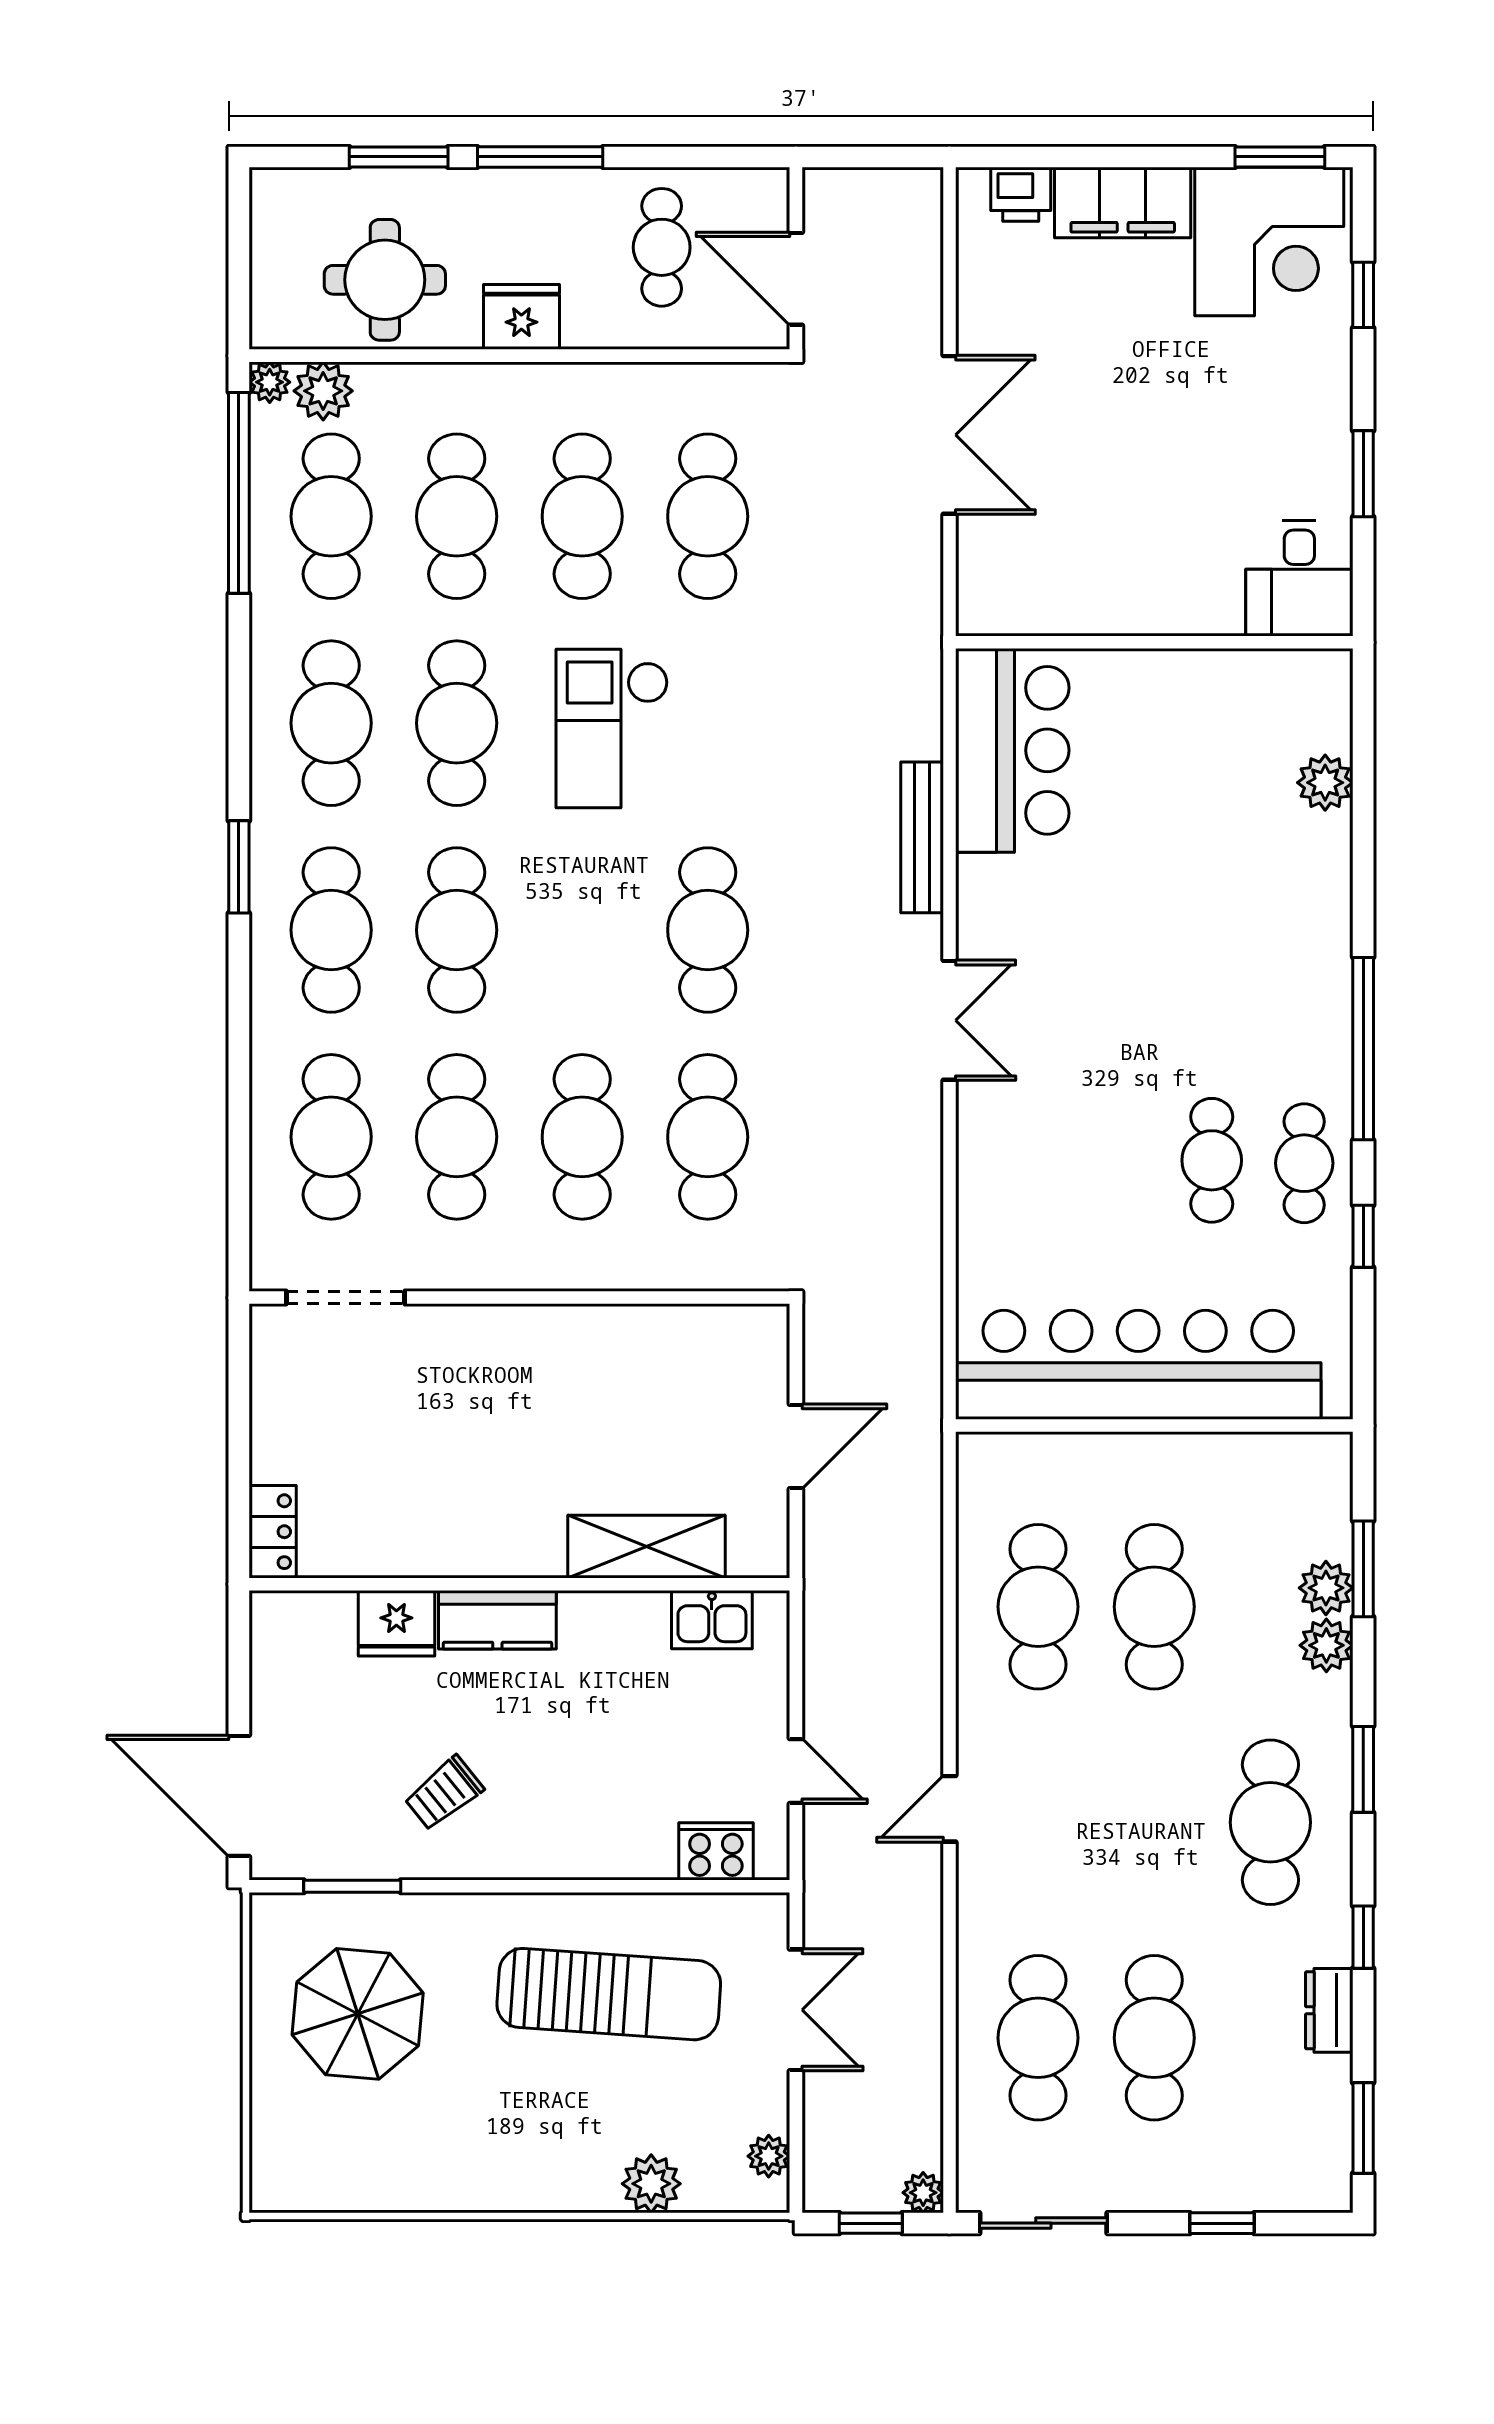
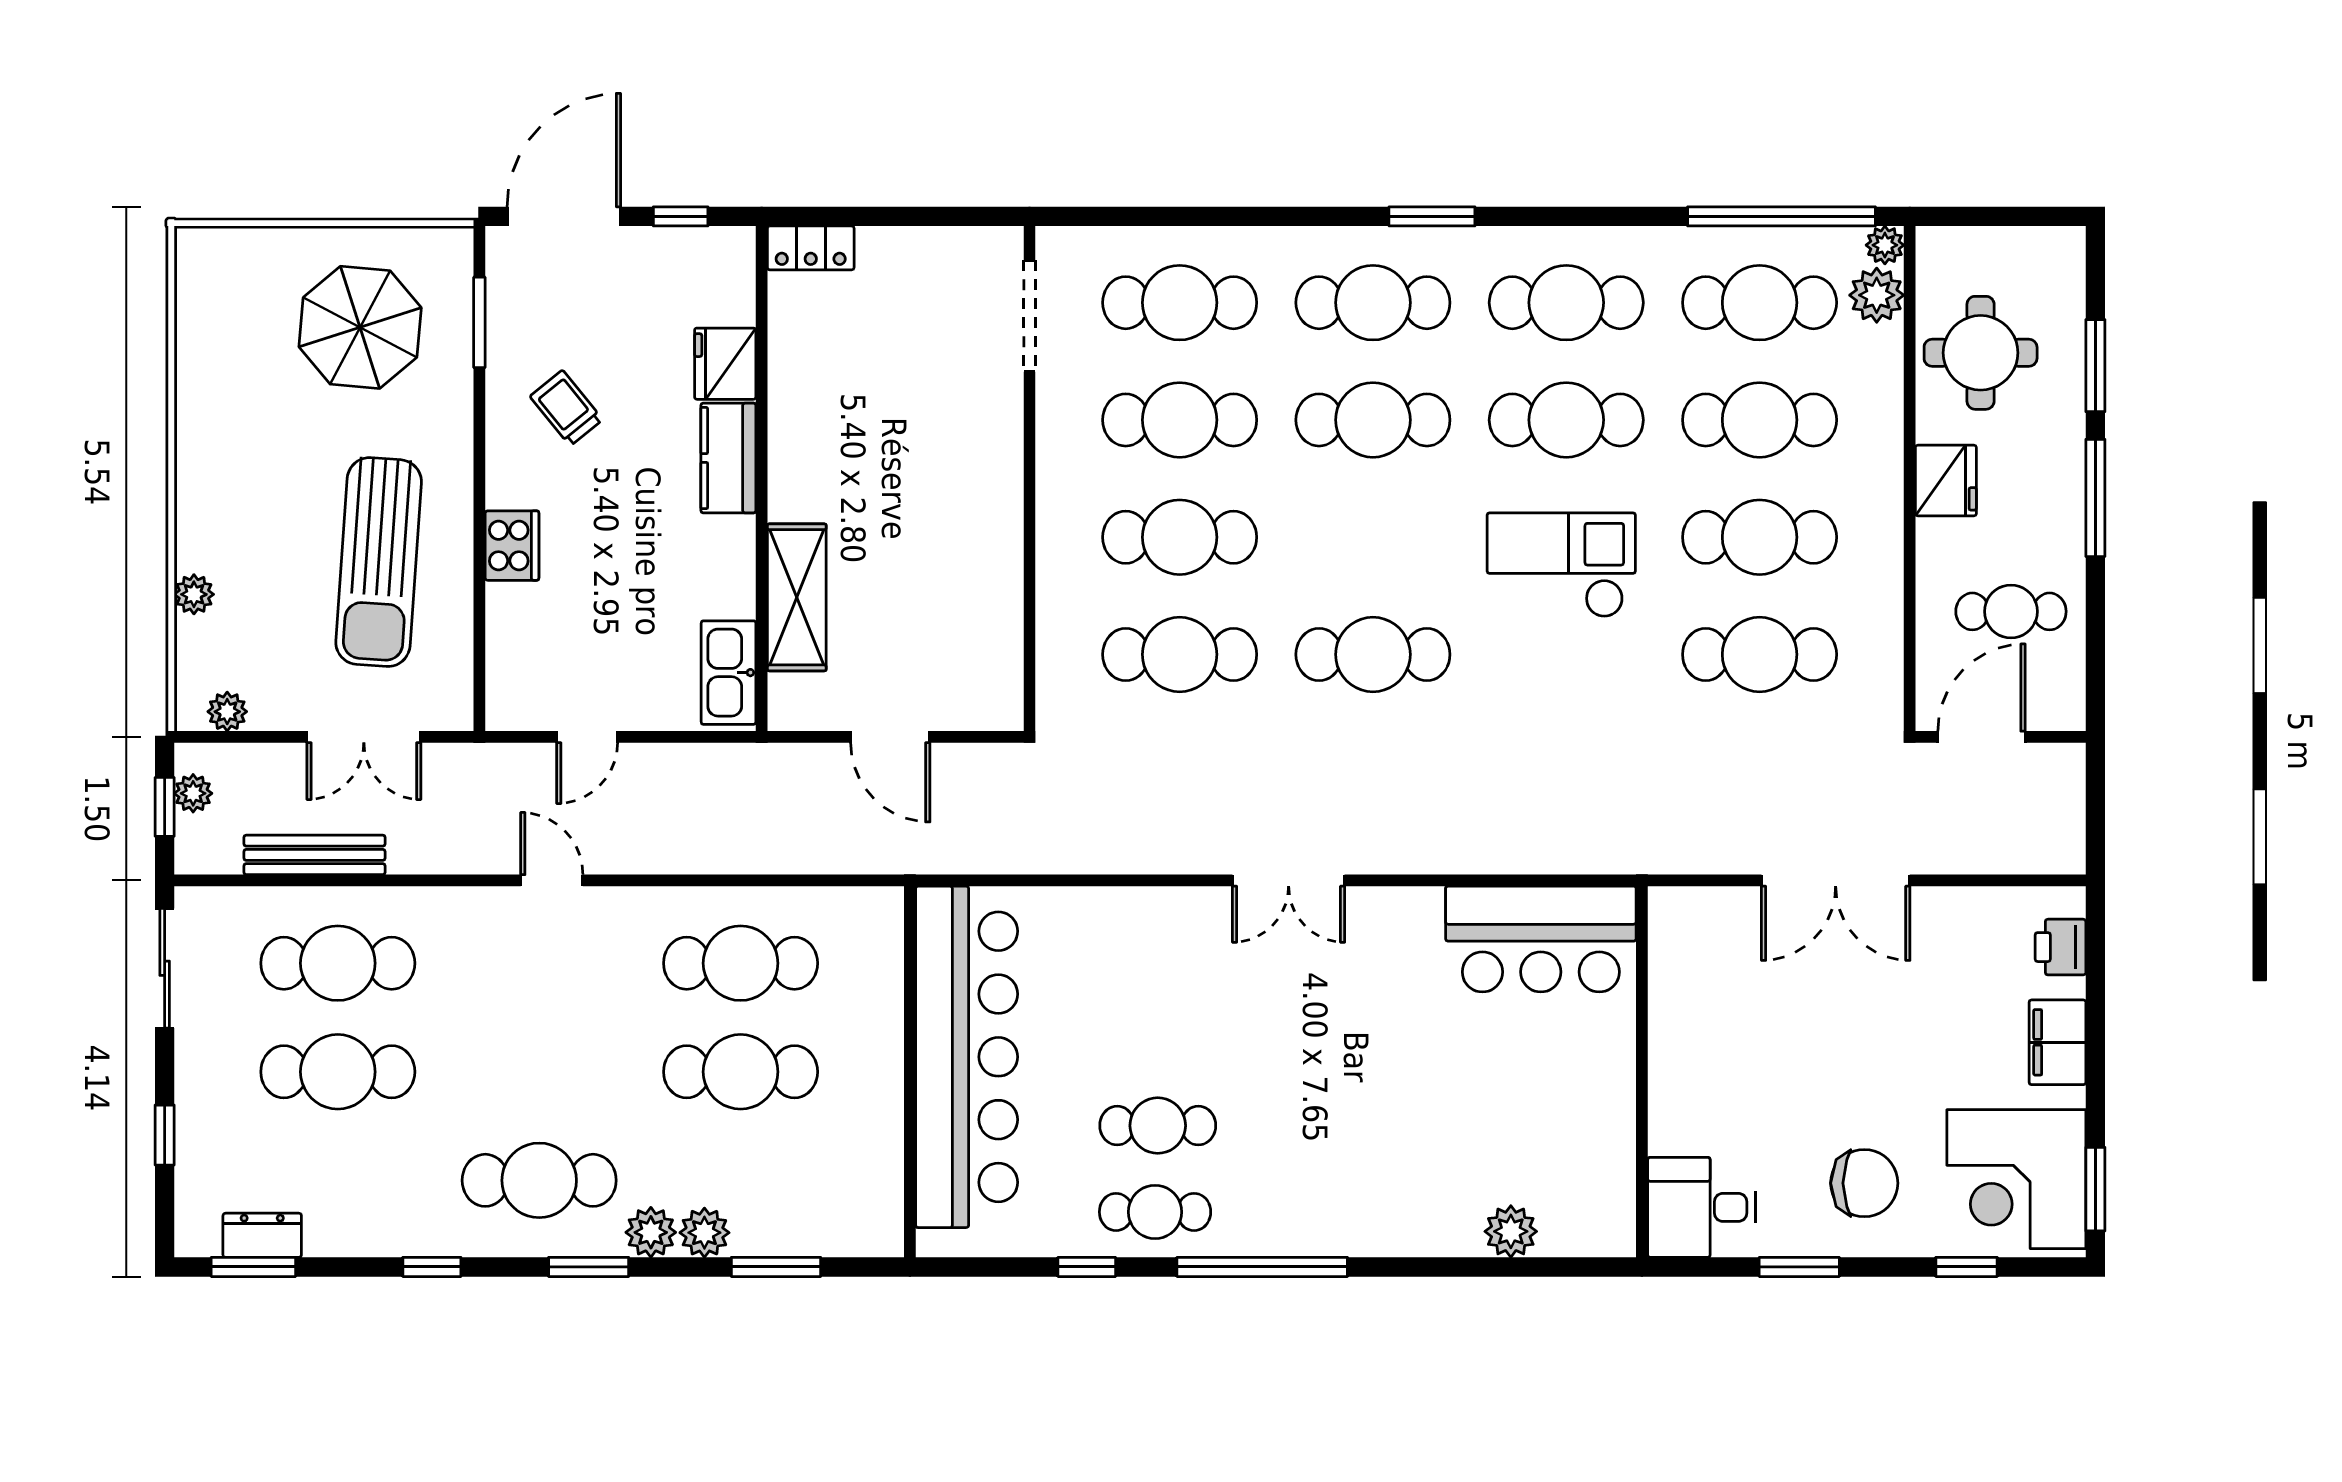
filing cabinet: (1123, 203) -> (2057, 1042), width x0.67, depth x0.86
chair: (1273, 404) -> (1864, 1183), added
bench: (922, 837) -> (315, 855), moved
plant: (1326, 1588) -> (651, 1232), moved
kitchen sink: (712, 1620) -> (729, 673), width x1.38
window: (239, 1671) -> (681, 216), added
cooker: (716, 1851) -> (512, 546), moved
dresser: (1329, 2010) -> (262, 1235), moved
plant: (651, 2184) -> (194, 594), width x0.73, depth x0.73
plant: (923, 2193) -> (193, 793), moved

